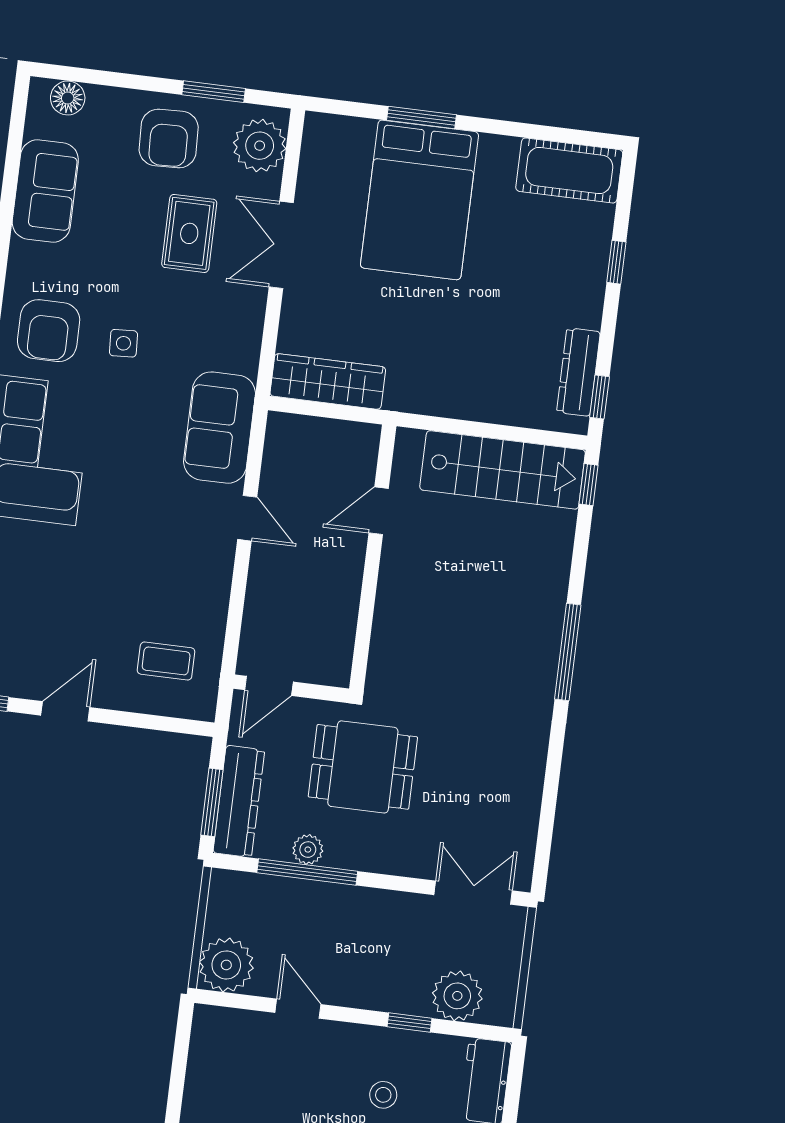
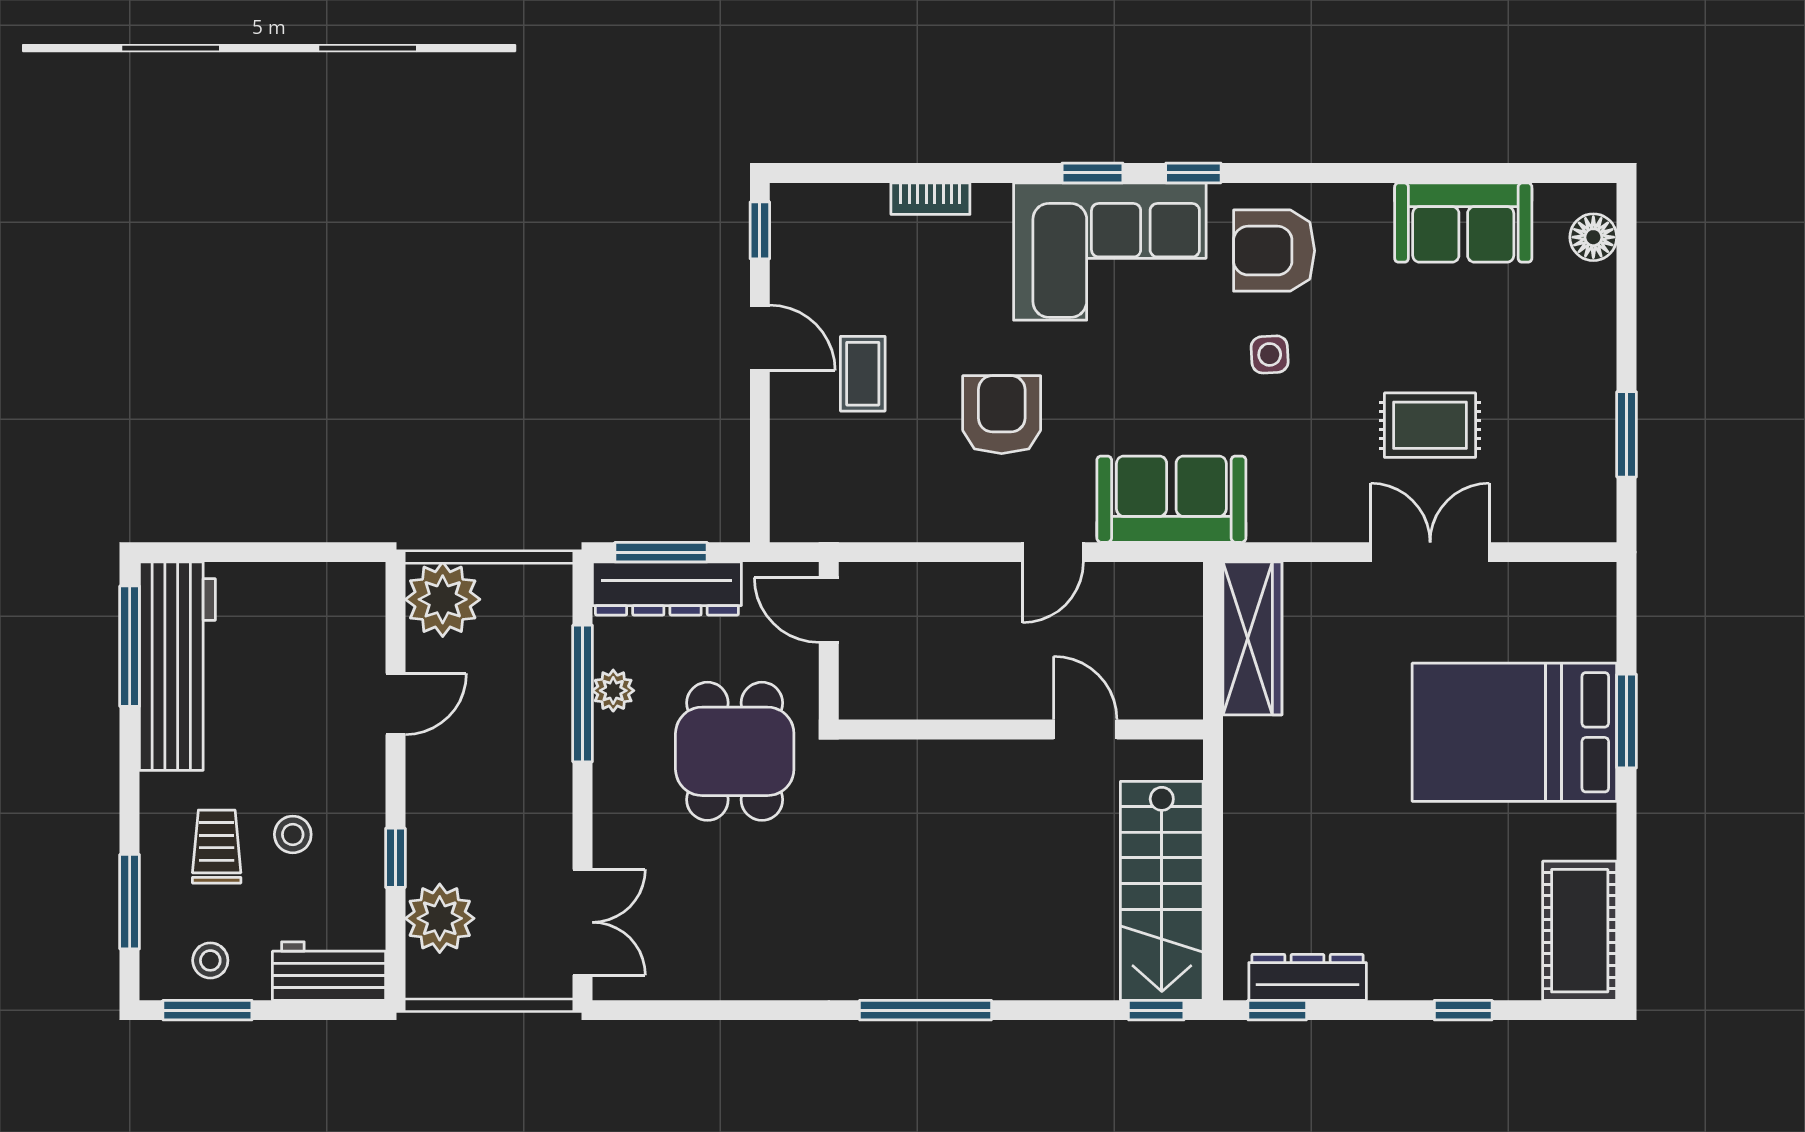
armchair: (169, 139) -> (1002, 415), moved, turned 92
plant: (260, 146) -> (1561, 506), removed
coffee table: (166, 661) -> (863, 374), moved

